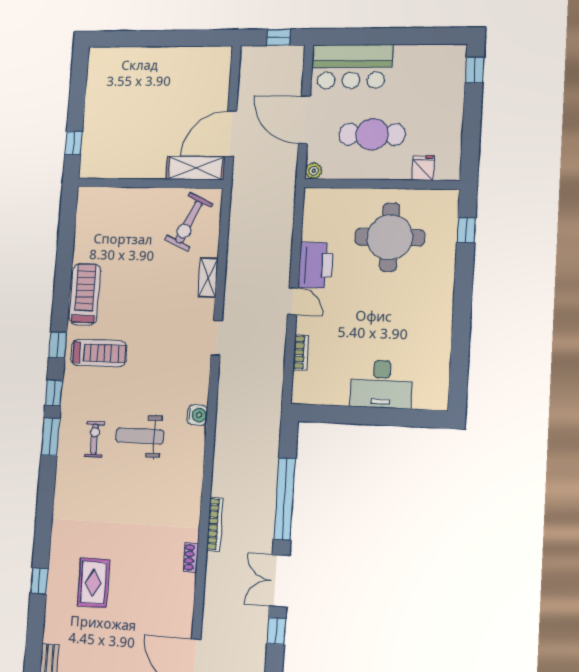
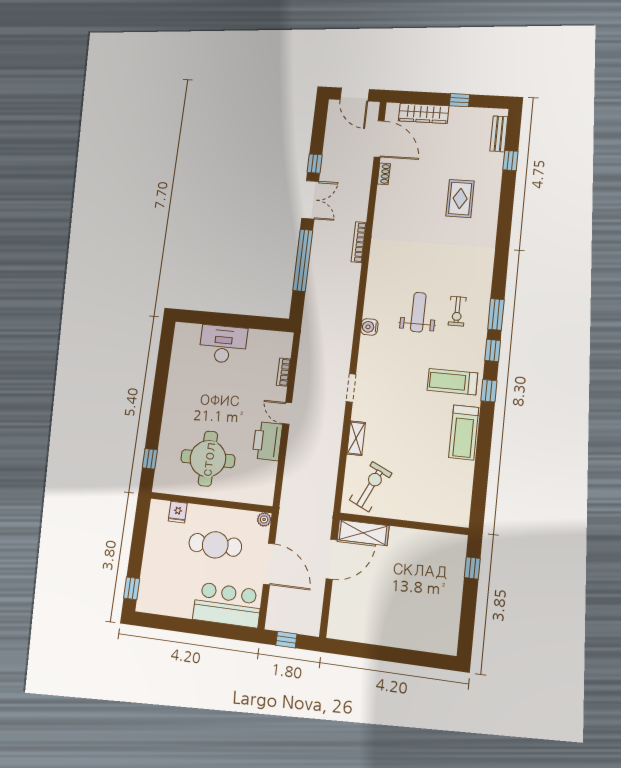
weight bench: (140, 436) -> (418, 312), turned -90
shoe rack: (191, 557) -> (384, 174), moved
window: (39, 581) -> (510, 161), moved

